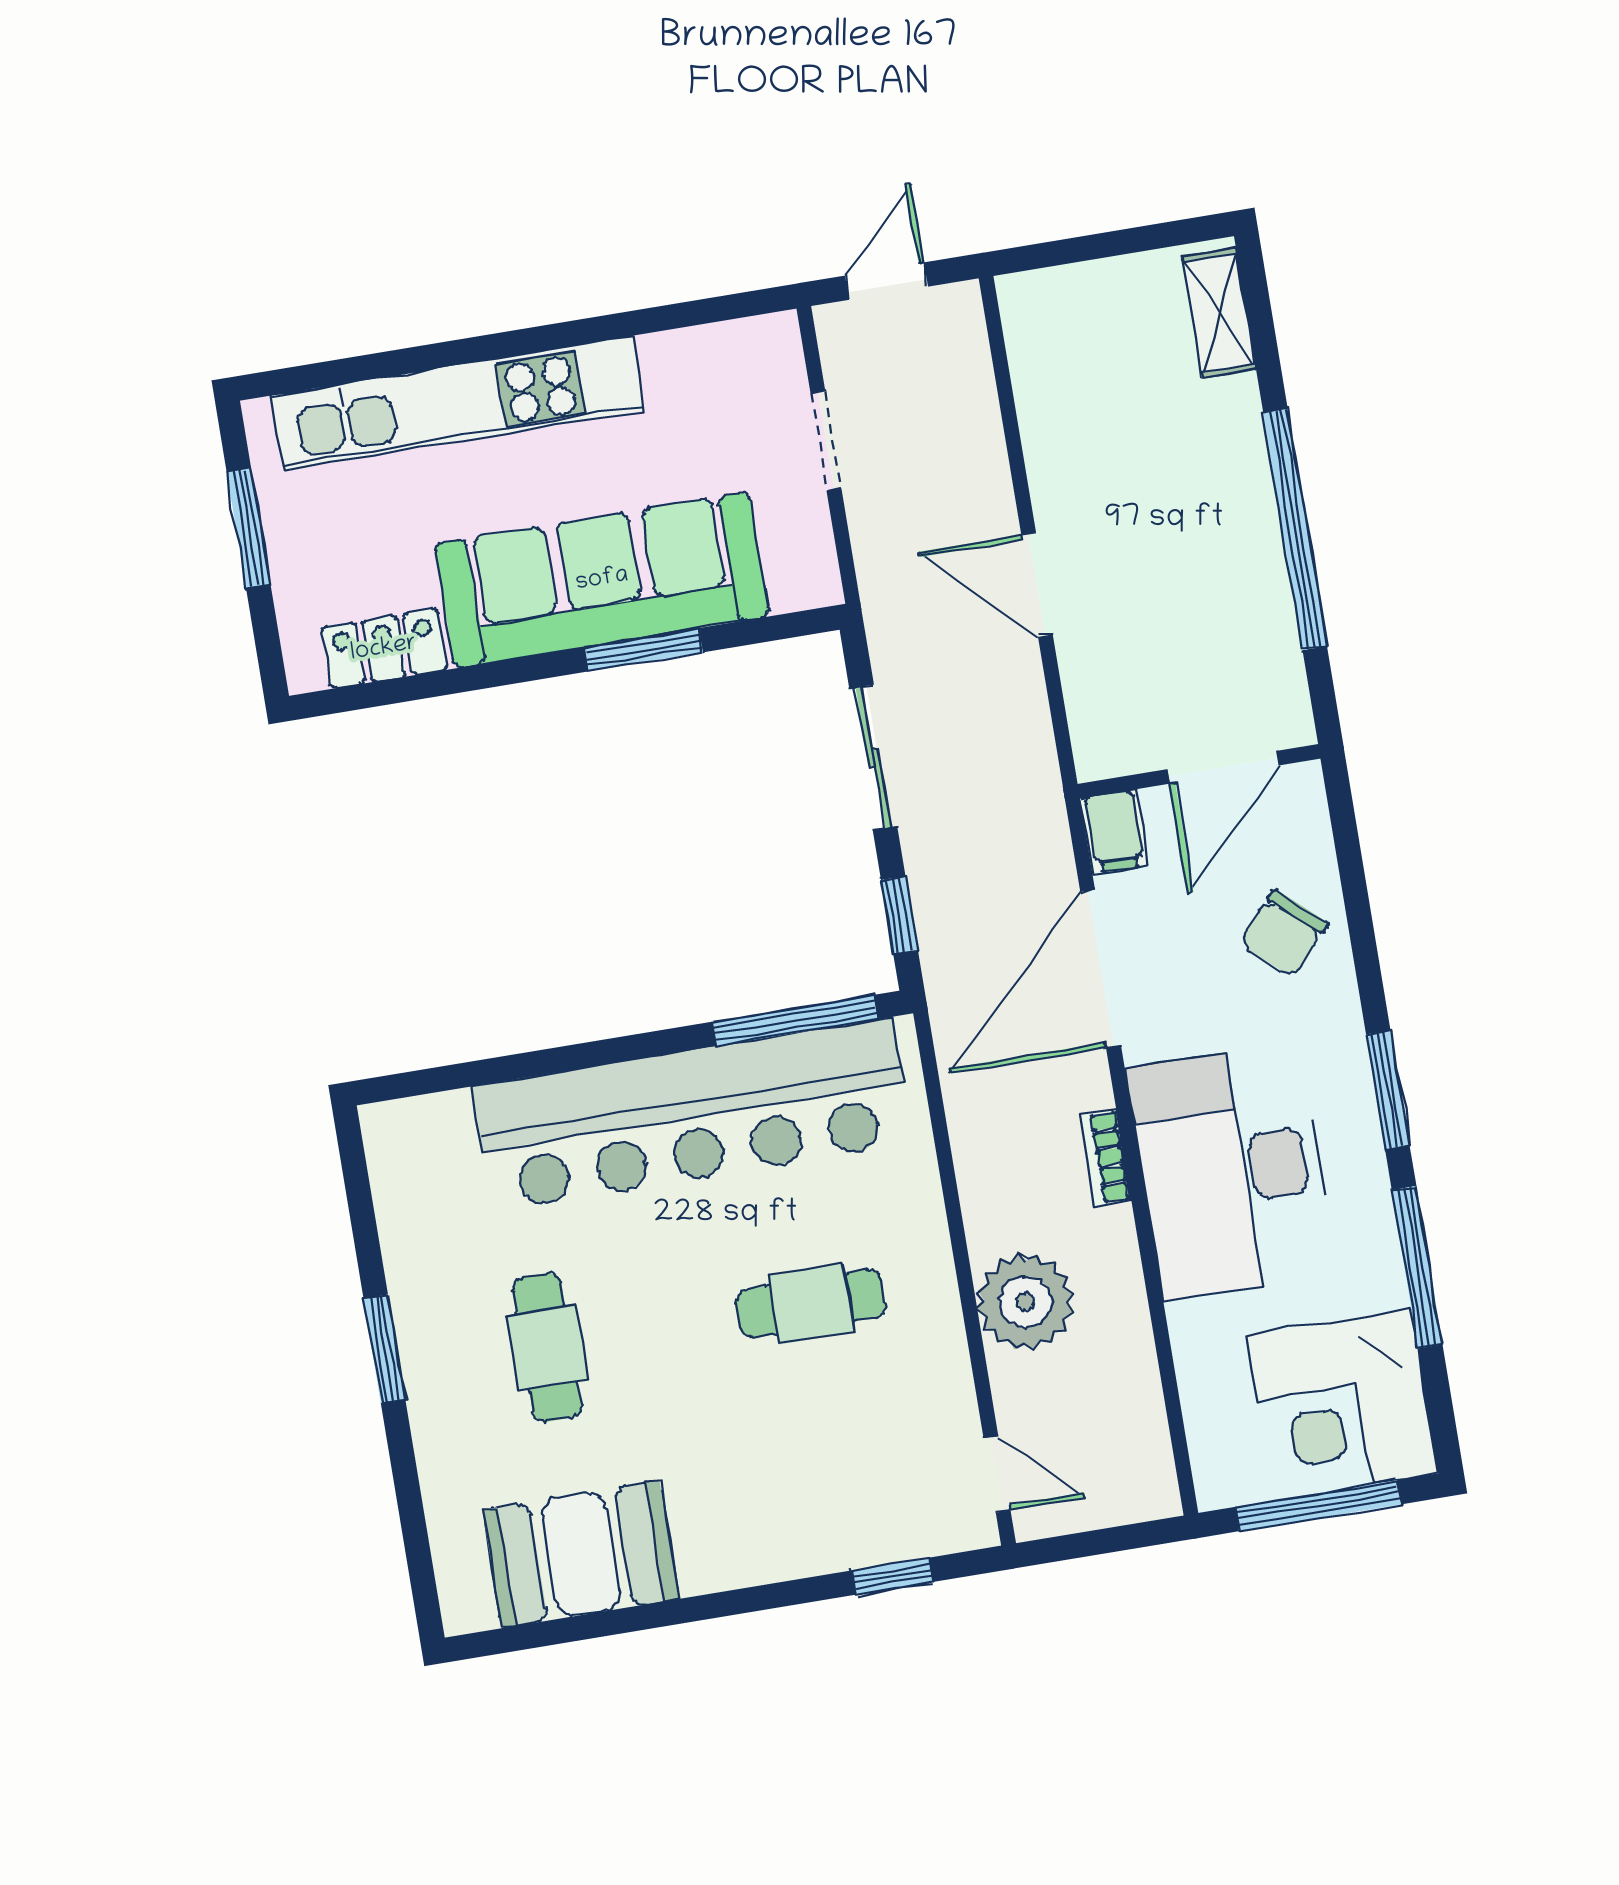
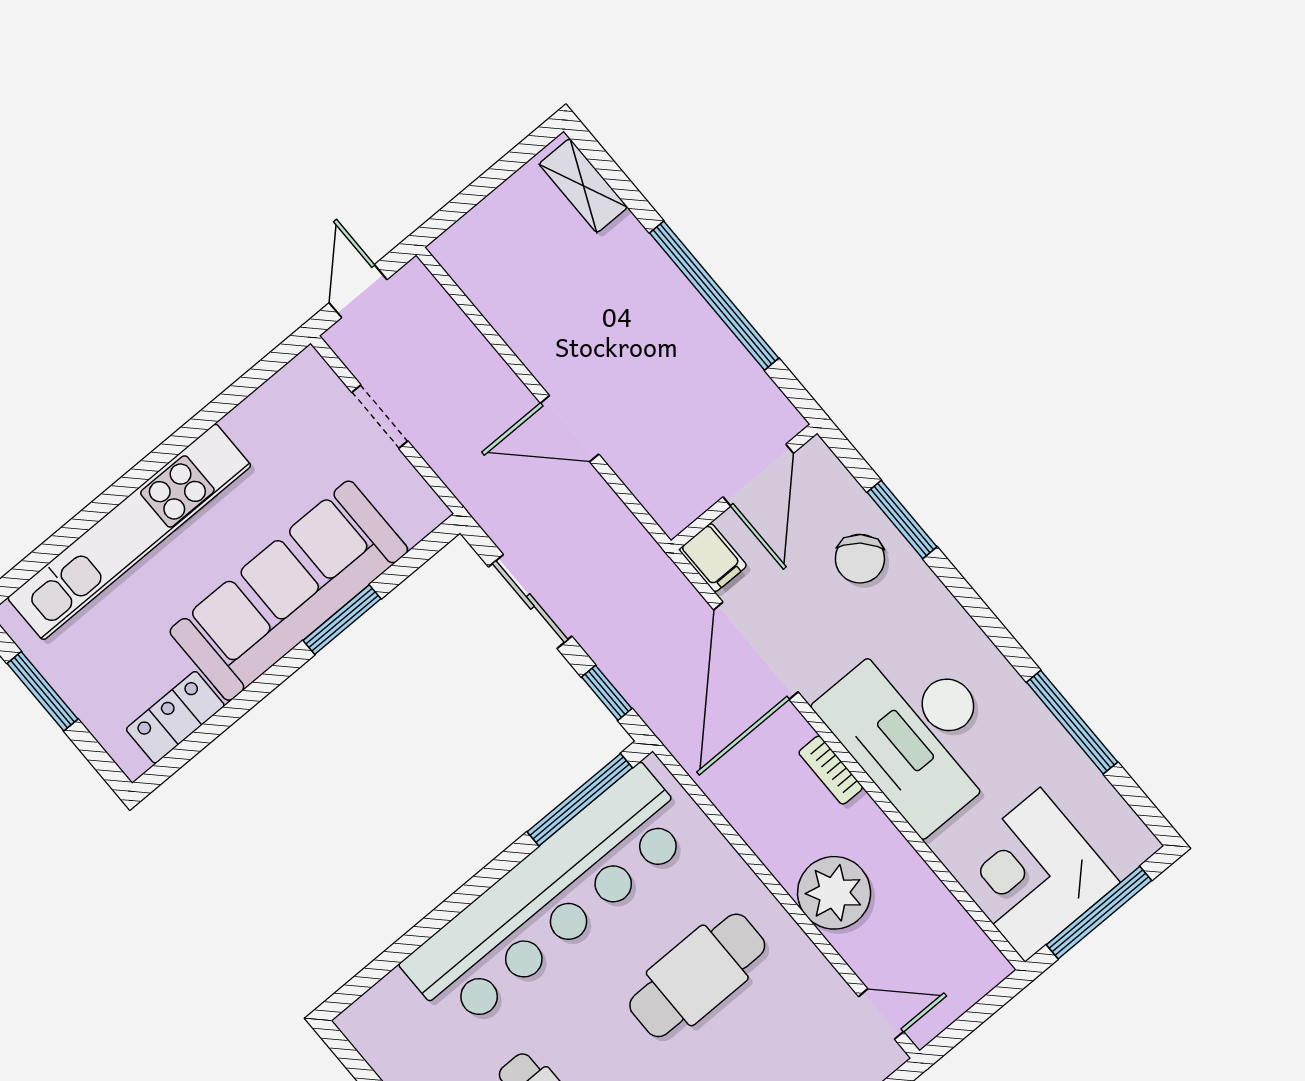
window: (1388, 1090) -> (902, 519), moved
cafe table: (811, 1304) -> (697, 975), width x1.37, depth x1.35
corner desk: (1342, 1404) -> (1033, 875), moved, turned 90

